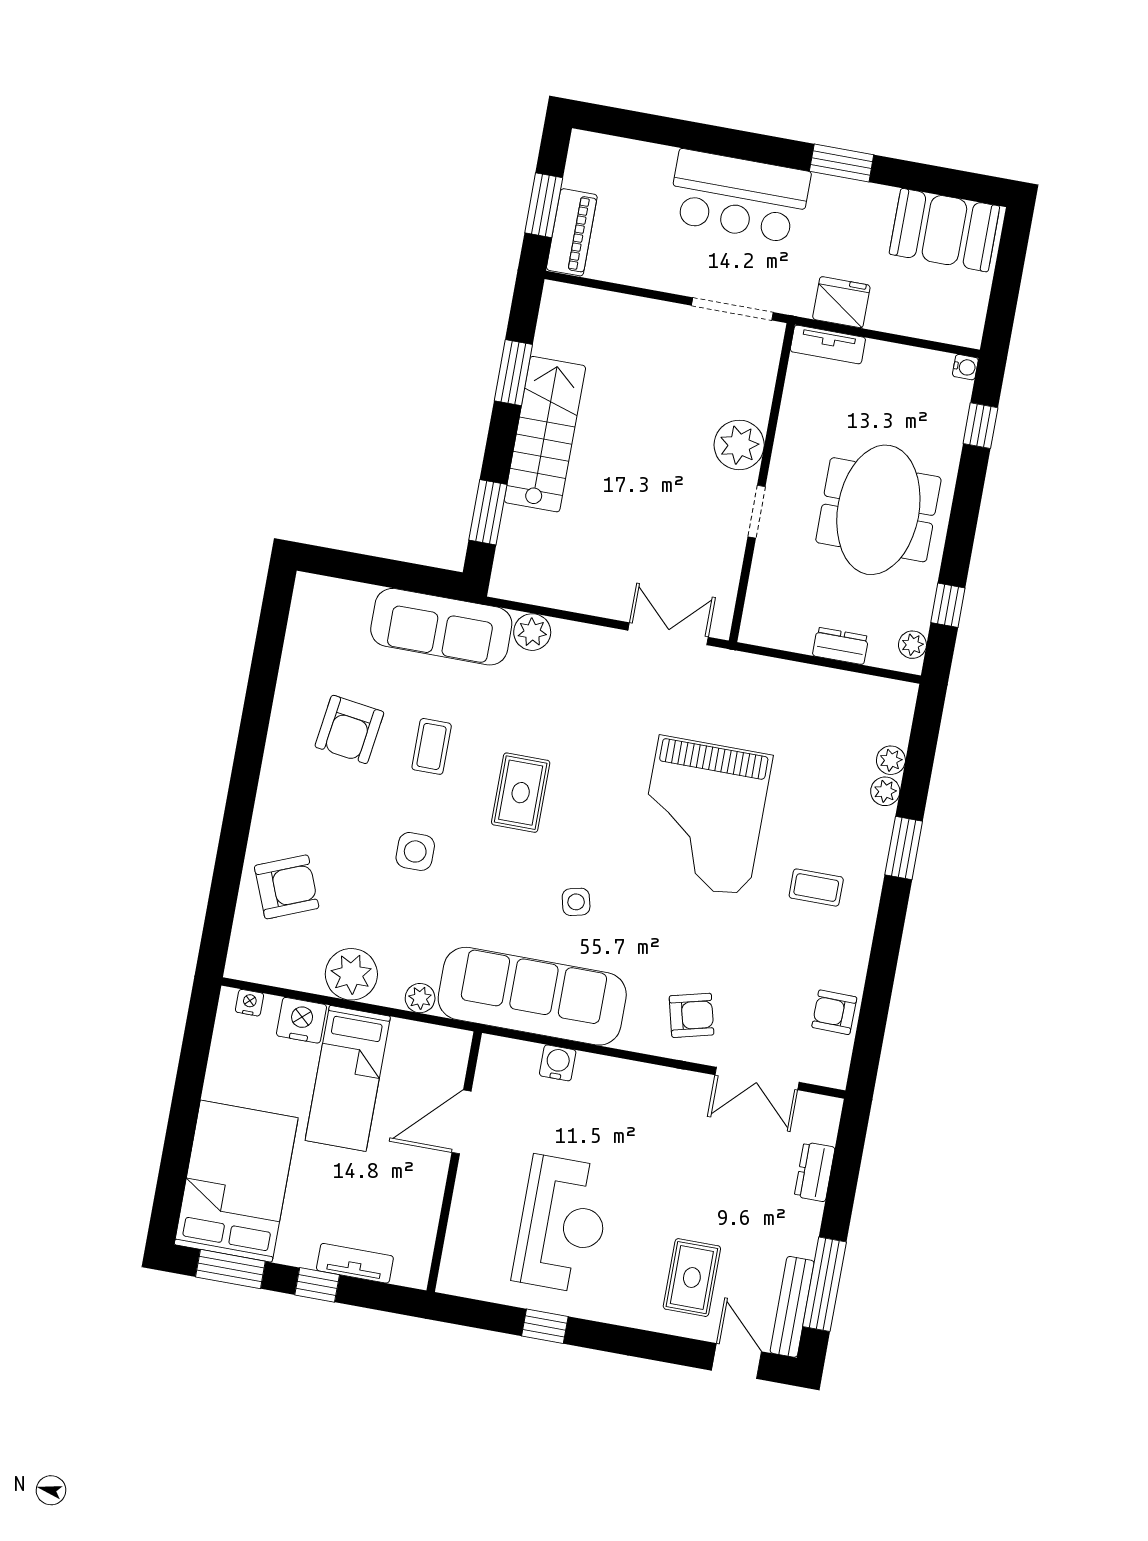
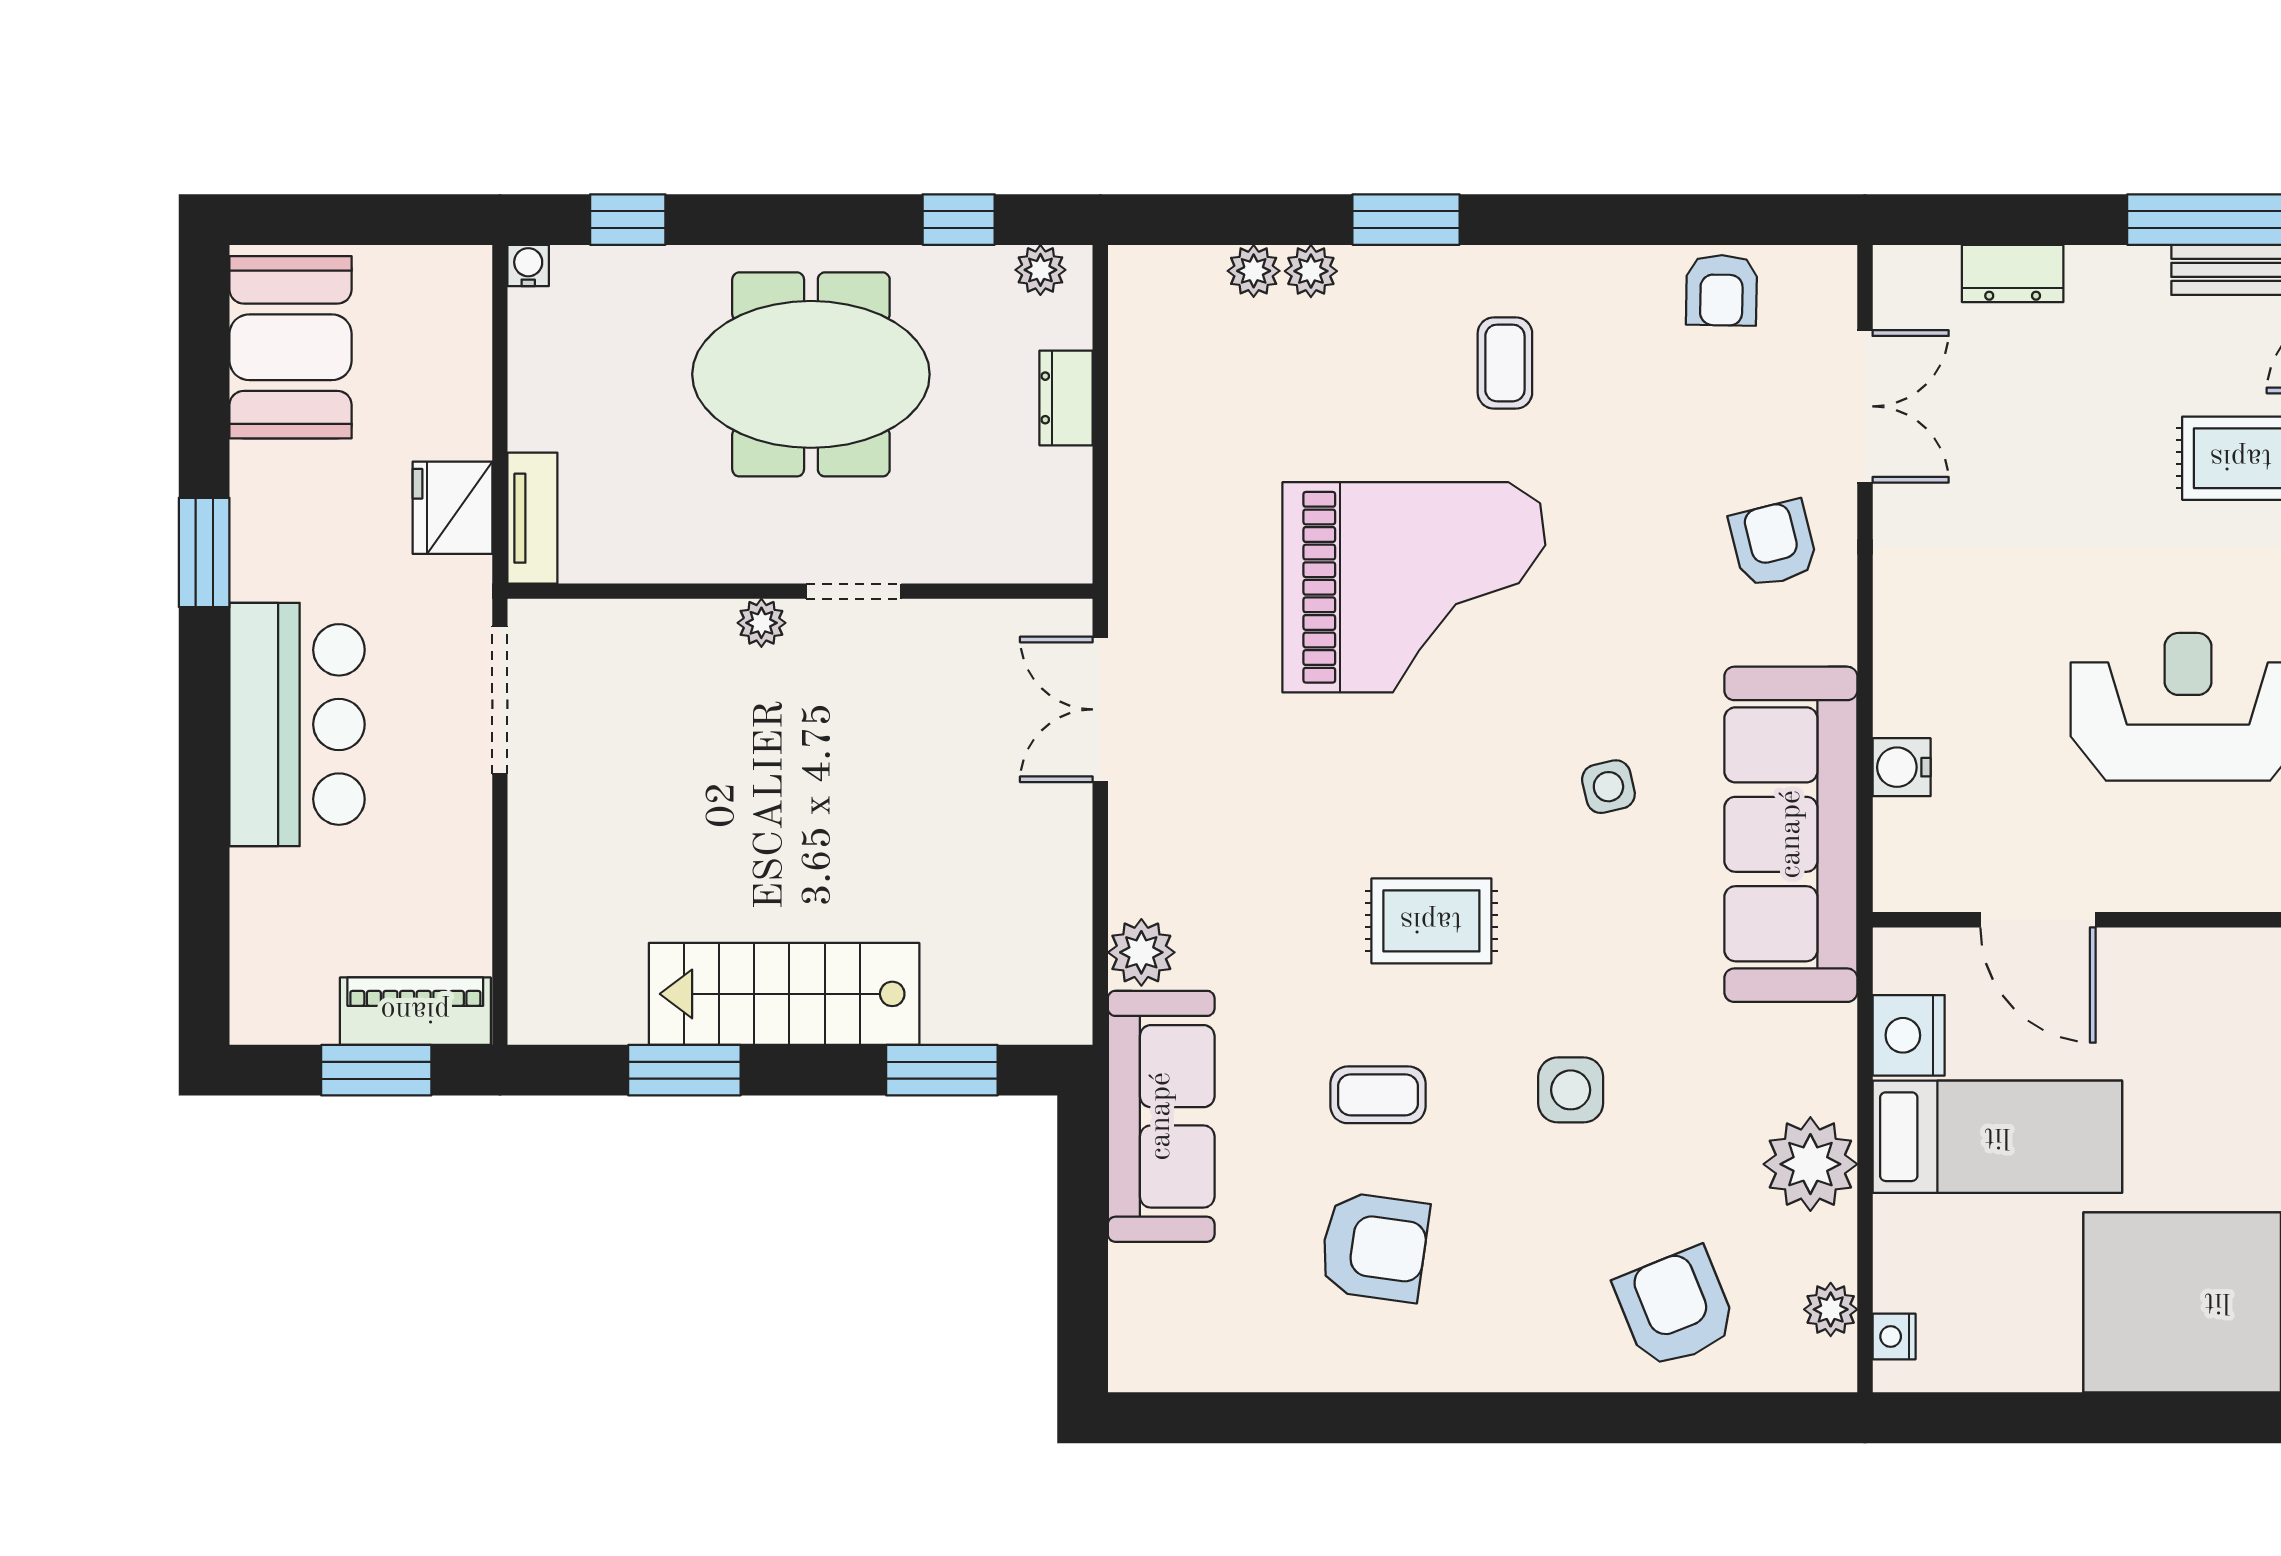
plant: (739, 445) -> (761, 623), width x0.53, depth x0.53
plant: (420, 998) -> (1831, 1309), moved
nightstand: (301, 1020) -> (1909, 1035), moved

